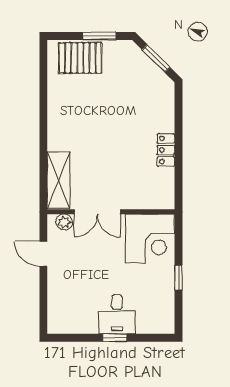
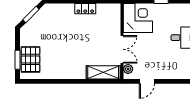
window: (100, 36) -> (17, 60), moved

